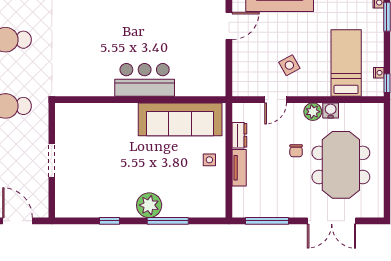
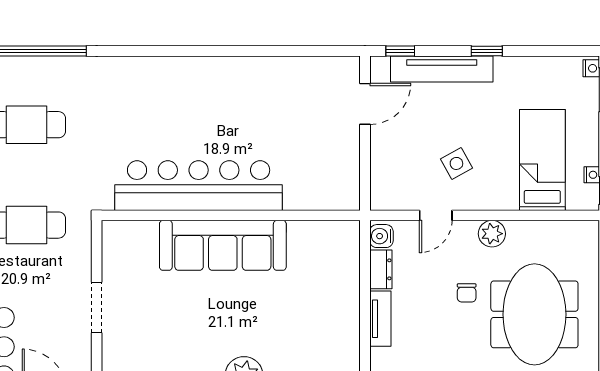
bar counter: (145, 80) -> (199, 186), width x1.86
water cooler: (331, 110) -> (381, 236), moved, turned -90
sofa: (180, 119) -> (223, 245), moved
side table: (209, 160) -> (335, 307), removed

